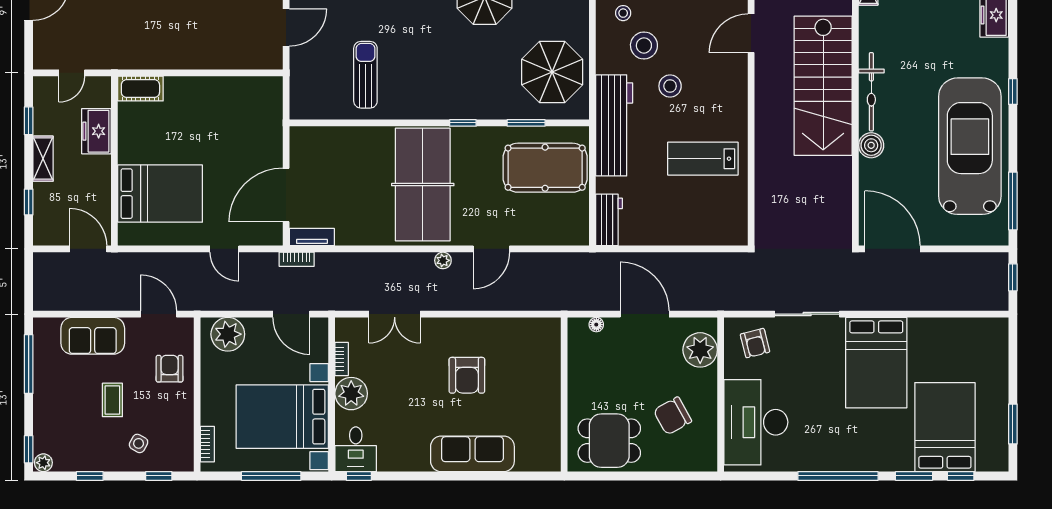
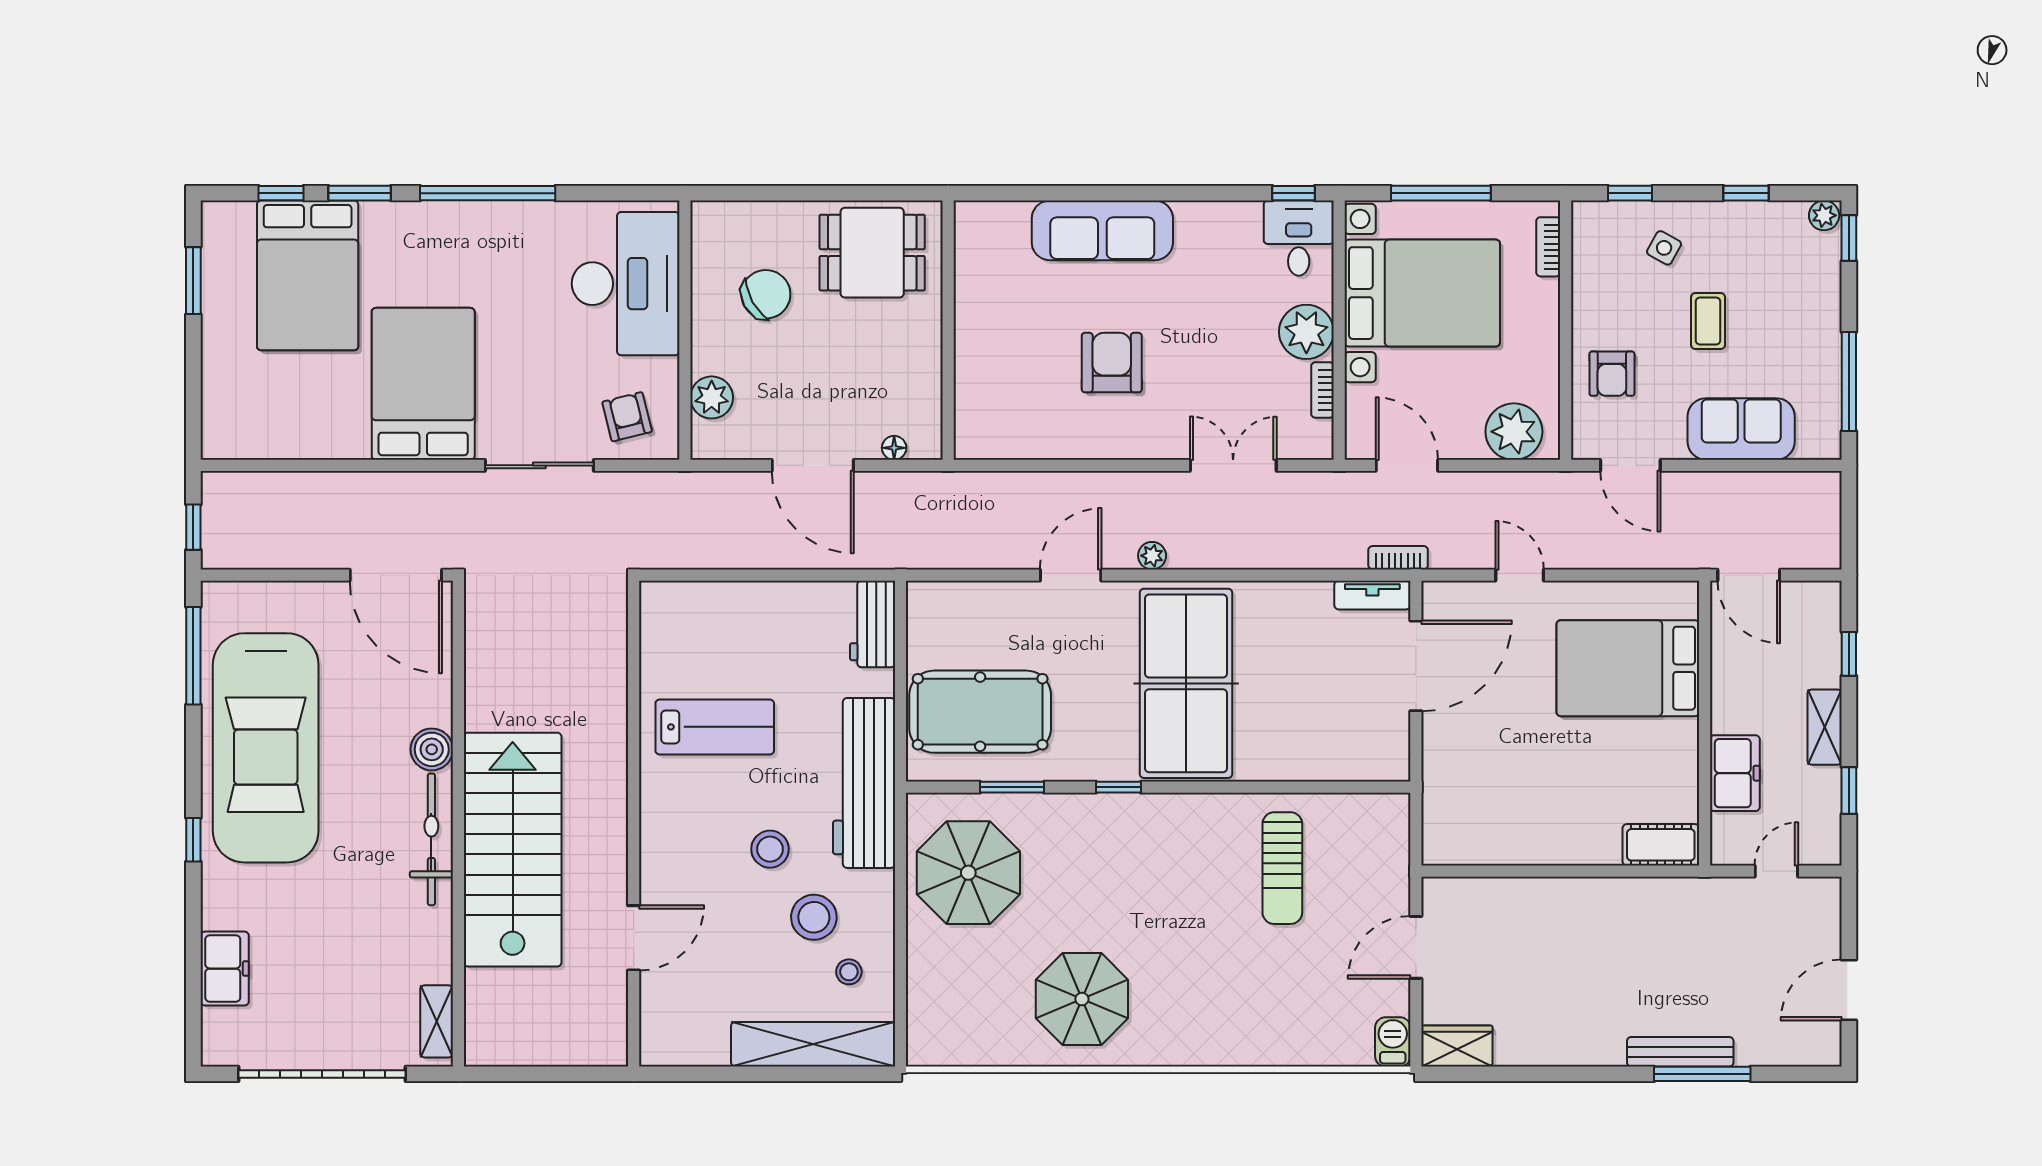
plant: (700, 350) -> (712, 397), width x0.73, depth x0.73

